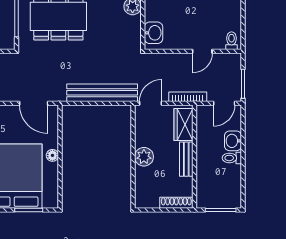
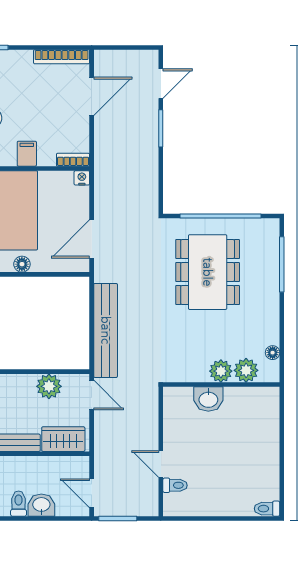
washbasin: (154, 33) -> (208, 399), moved
toilet: (231, 41) -> (175, 485), moved
bookcase: (188, 97) -> (100, 445), removed
plant: (144, 157) -> (49, 386), moved

